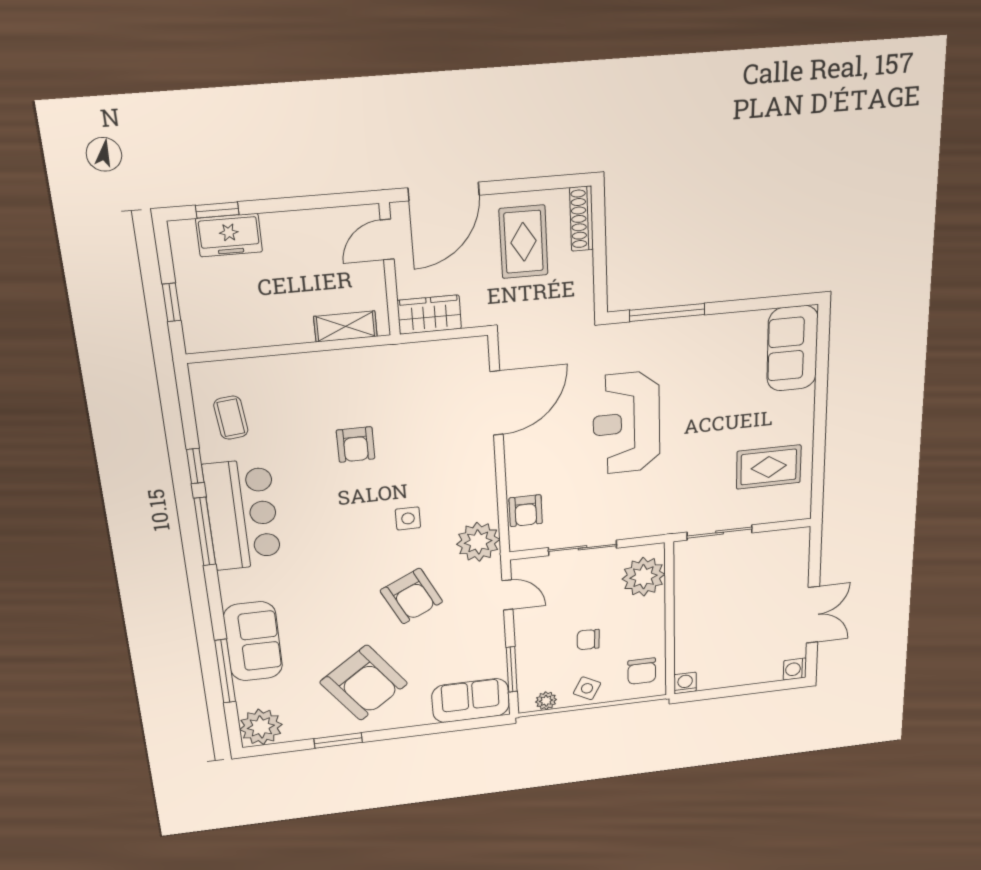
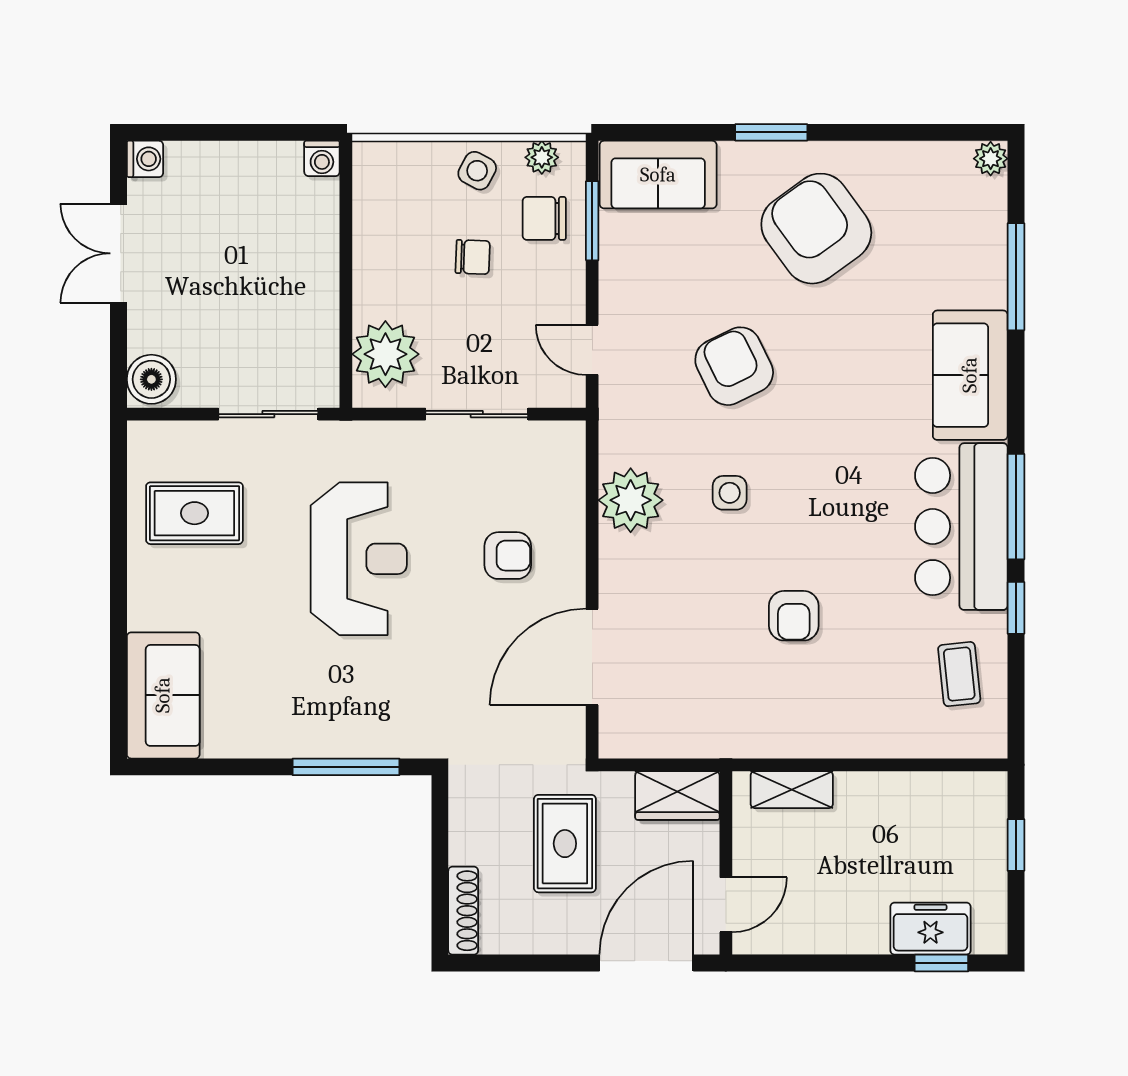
rug: (524, 242) -> (565, 844), moved
reception desk: (626, 423) -> (359, 559), moved
armchair: (356, 444) -> (794, 616), turned 180
armchair: (526, 511) -> (508, 556), moved, turned 90
plant: (478, 542) -> (631, 500), moved
boiler: (795, 545) -> (151, 379), added
sofa: (253, 641) -> (970, 375), moved
chair: (642, 671) -> (544, 218), moved, turned -90
plant: (261, 727) -> (991, 159), width x0.53, depth x0.53
window: (338, 741) -> (771, 132), moved

